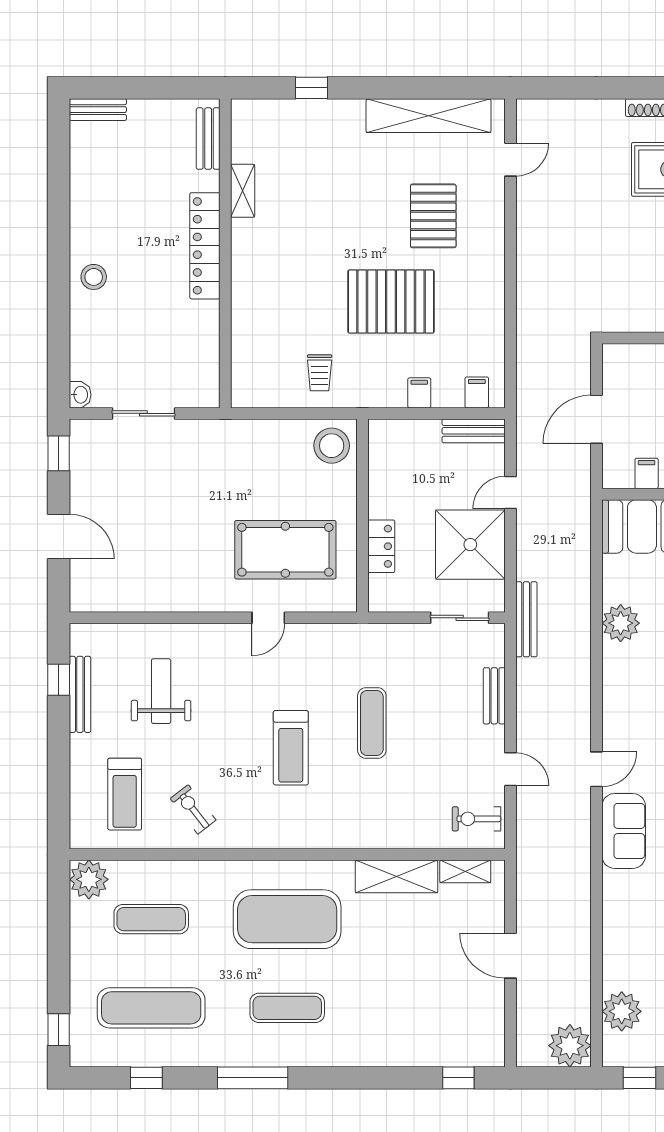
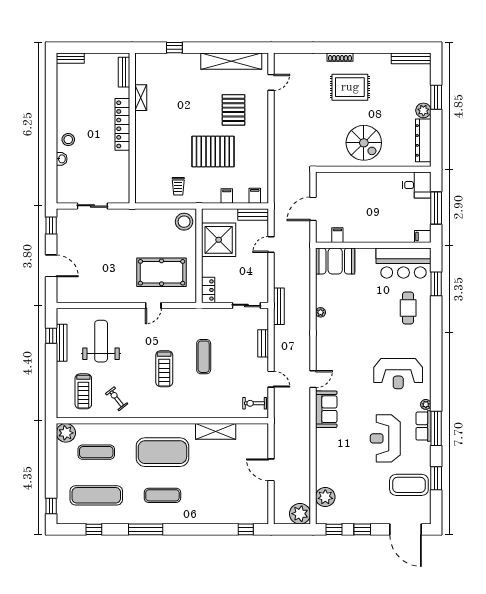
washbasin: (80, 395) -> (62, 159), moved
shower: (470, 545) -> (219, 240), moved
locker: (381, 546) -> (208, 290), moved
plant: (621, 623) -> (321, 312), width x0.53, depth x0.53
weight bench: (161, 691) -> (101, 341), width x1.36, depth x1.33
shelving: (465, 871) -> (249, 429), removed

